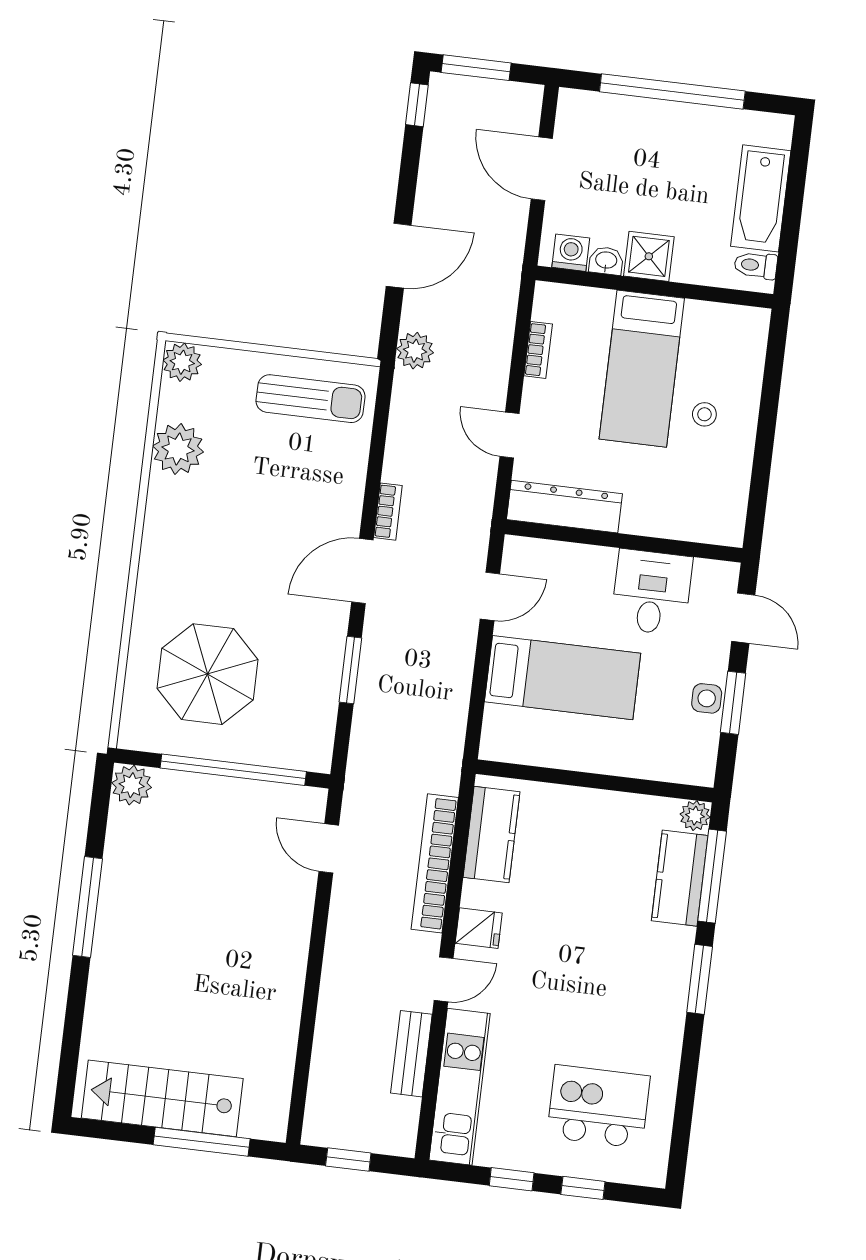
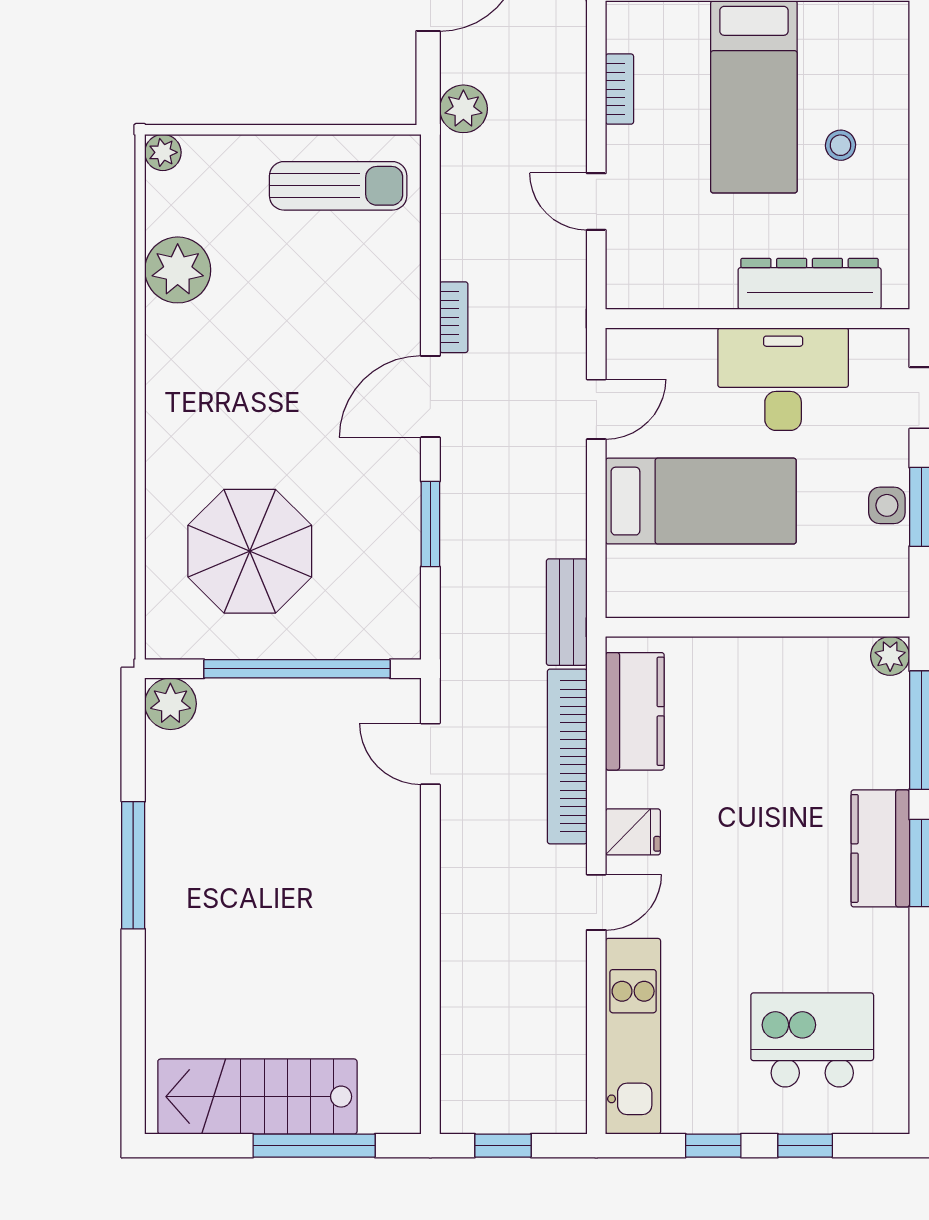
plant: (182, 362) -> (163, 152), width x0.73, depth x0.73
dresser: (564, 507) -> (810, 284), moved
desk: (652, 592) -> (783, 379), width x1.37
kitchen counter: (680, 878) -> (880, 848), moved
bench: (411, 1054) -> (567, 612), moved

